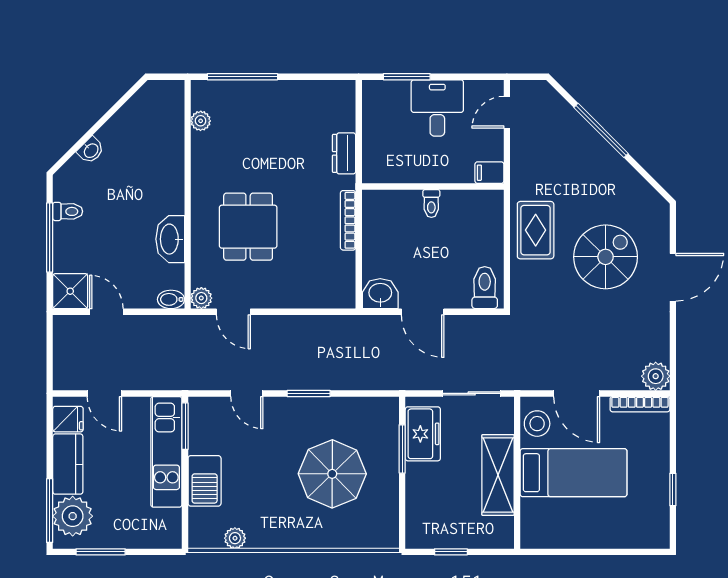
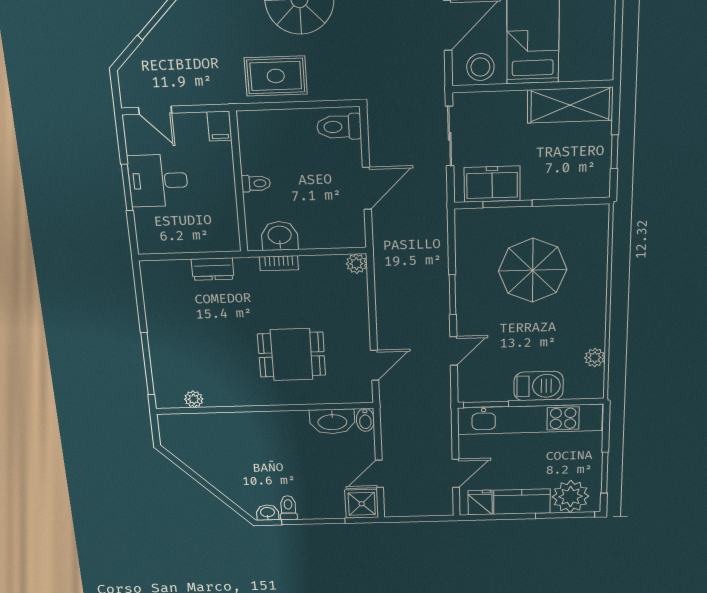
window: (407, 77) -> (127, 187), moved
washbasin: (91, 150) -> (268, 513), moved, turned -45
bookcase: (348, 220) -> (279, 263), width x0.64
washbasin: (170, 239) -> (332, 421), moved
washbasin: (380, 294) -> (280, 236), moved, turned 90
plant: (201, 298) -> (356, 264), moved
kitchen unit: (166, 452) -> (530, 419), width x1.36
shelving: (498, 475) -> (570, 105), moved

